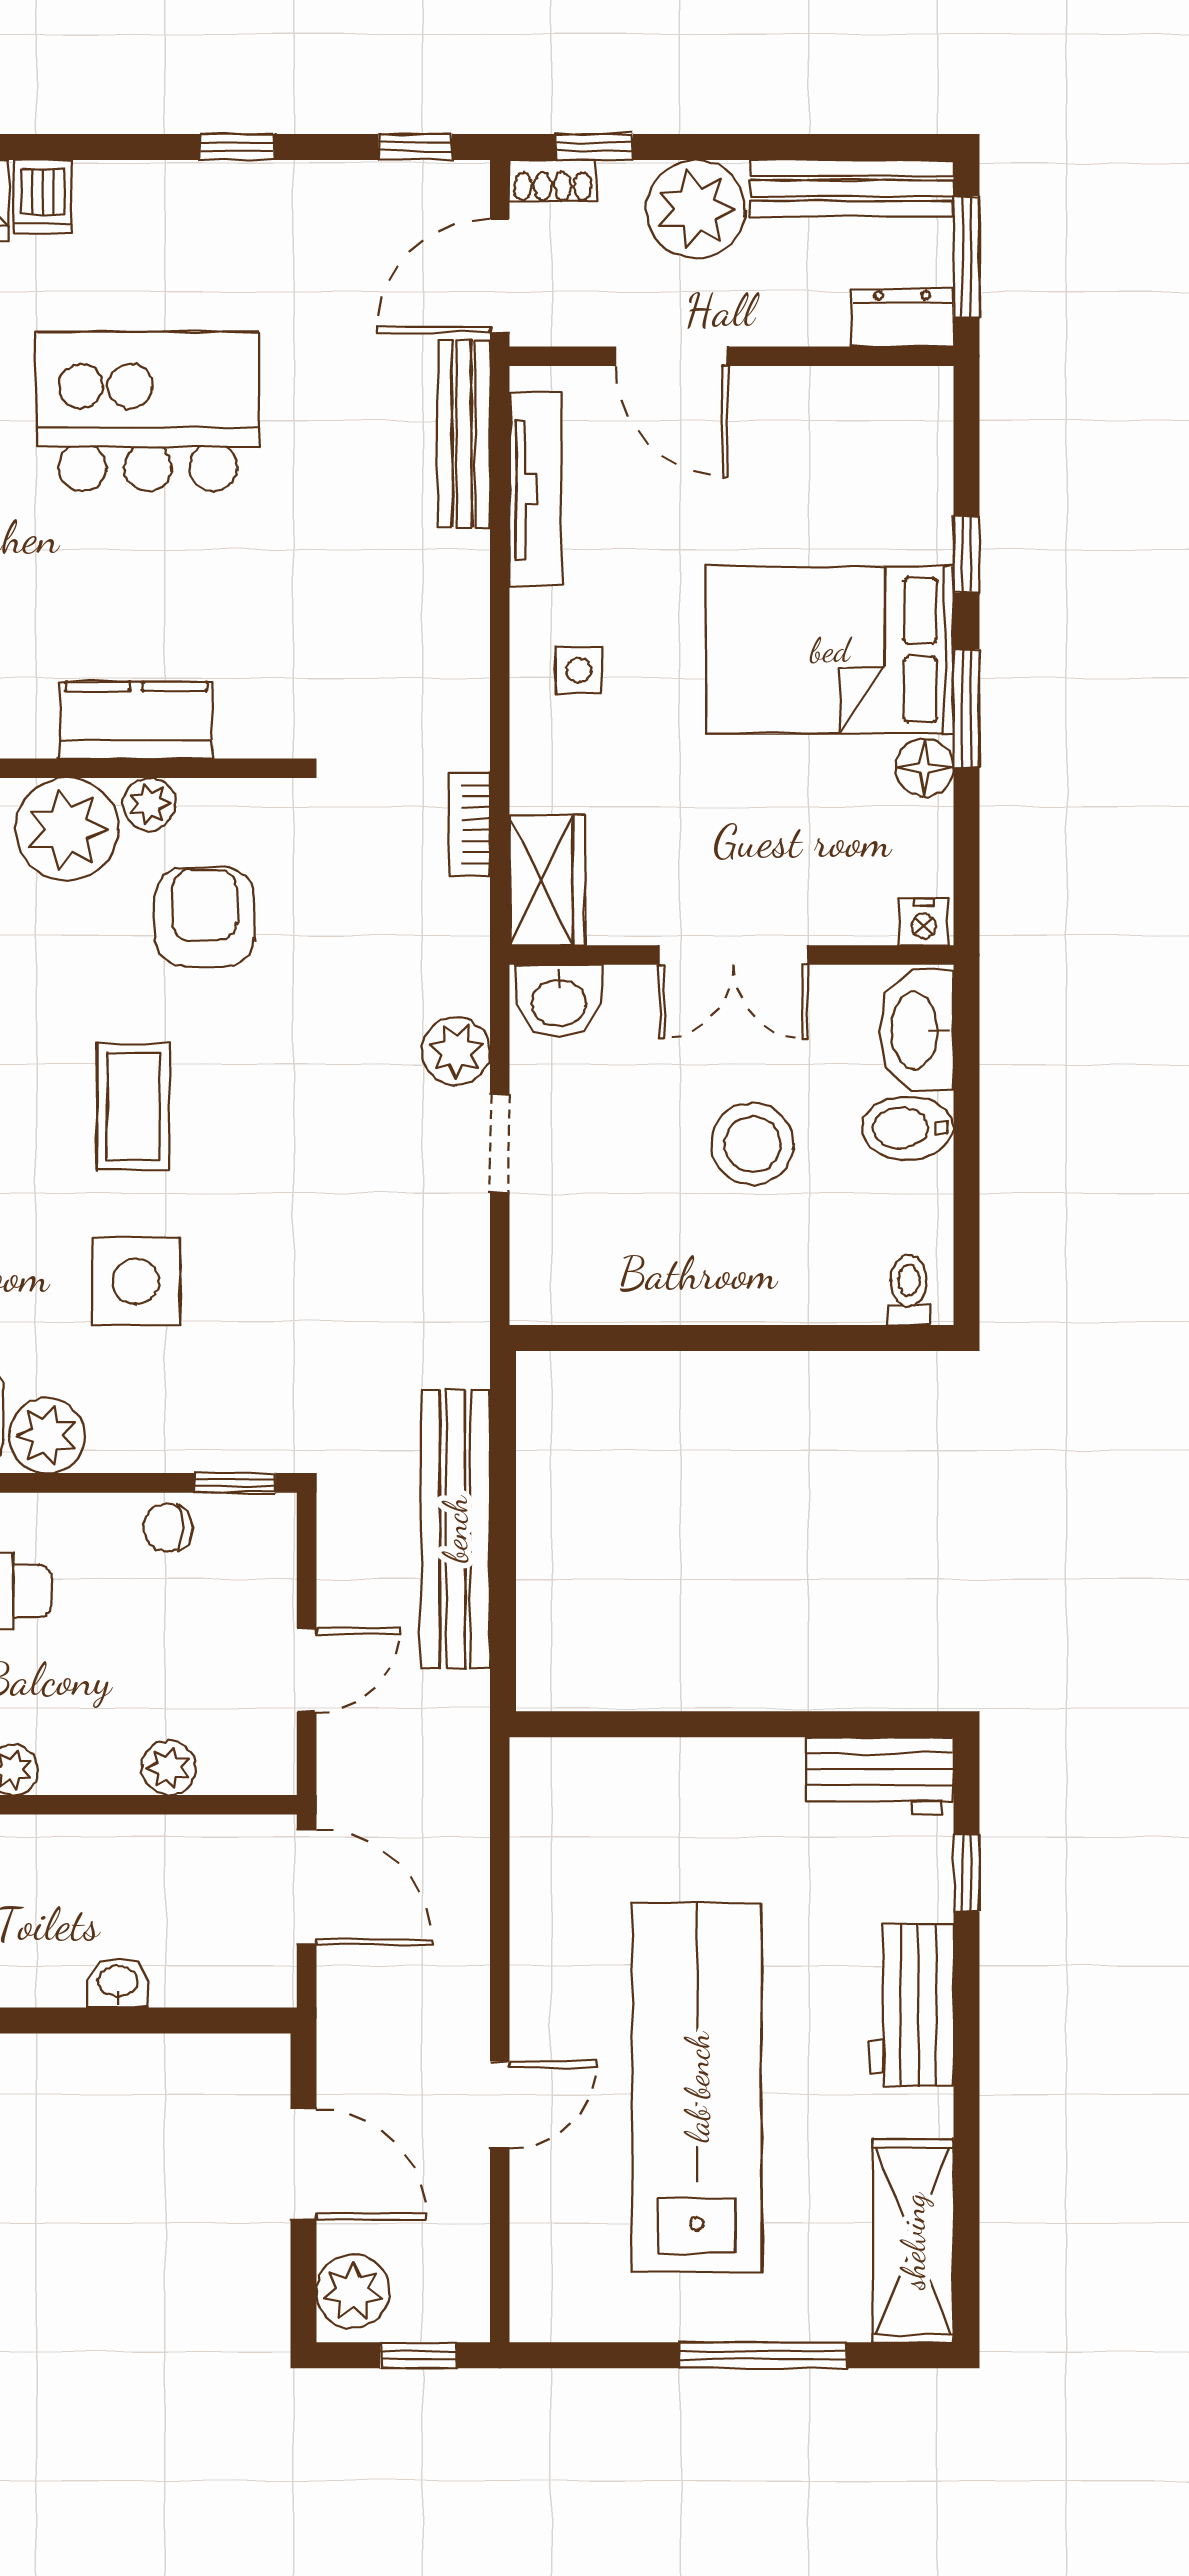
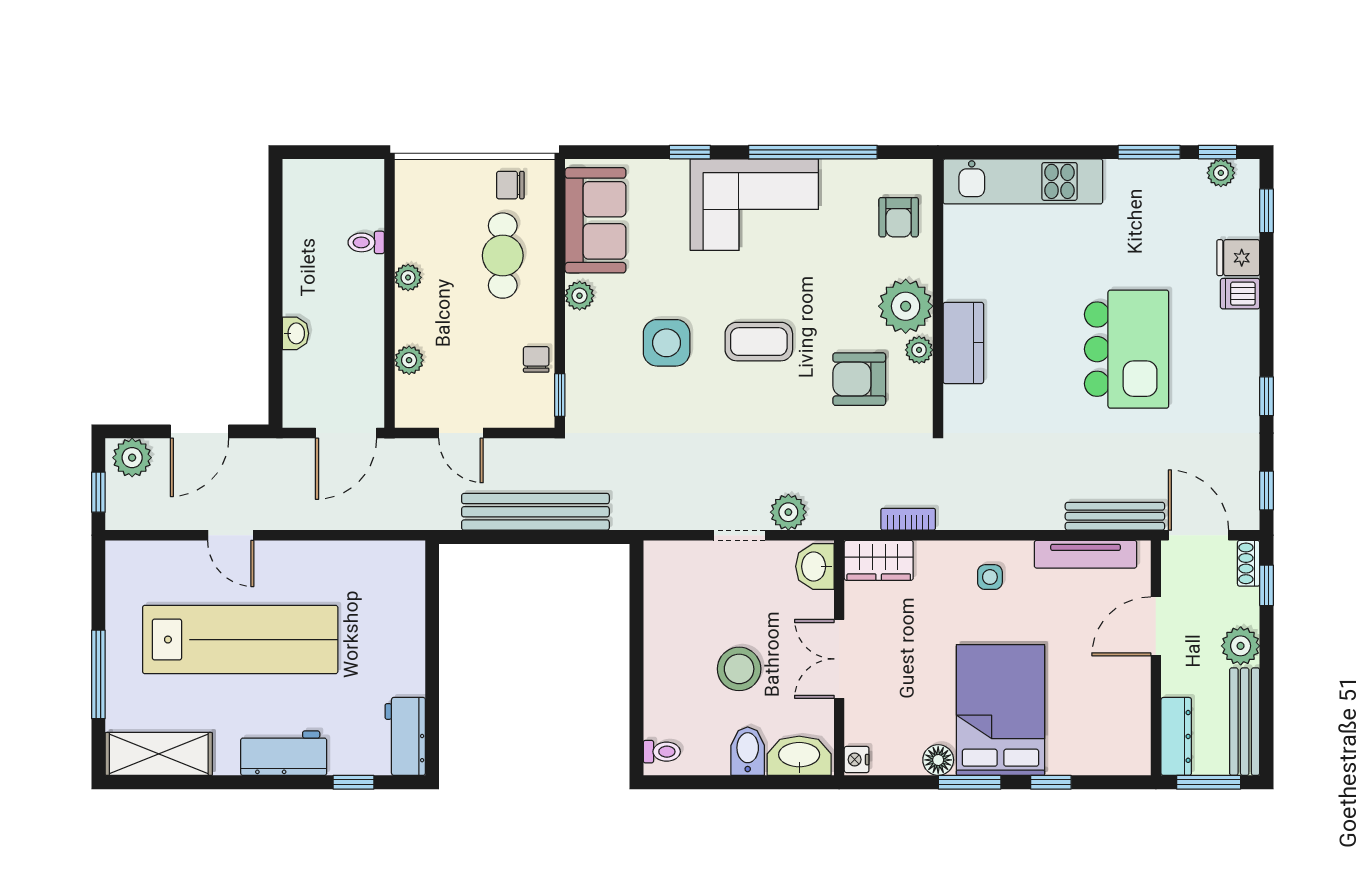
plant: (696, 209) -> (1241, 646), width x0.73, depth x0.73
dresser: (902, 318) -> (1176, 736), width x1.44
armchair: (205, 917) -> (859, 379), turned 180
plant: (47, 1435) -> (580, 296), width x0.73, depth x0.73

